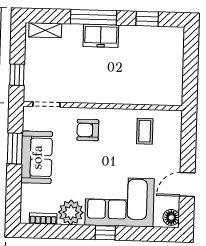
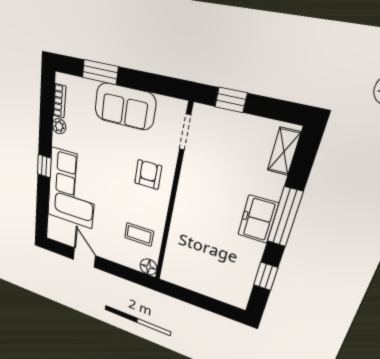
window: (15, 149) -> (100, 72), moved
plant: (71, 212) -> (59, 126), width x0.53, depth x0.53
floor lamp: (171, 217) -> (149, 267), moved

